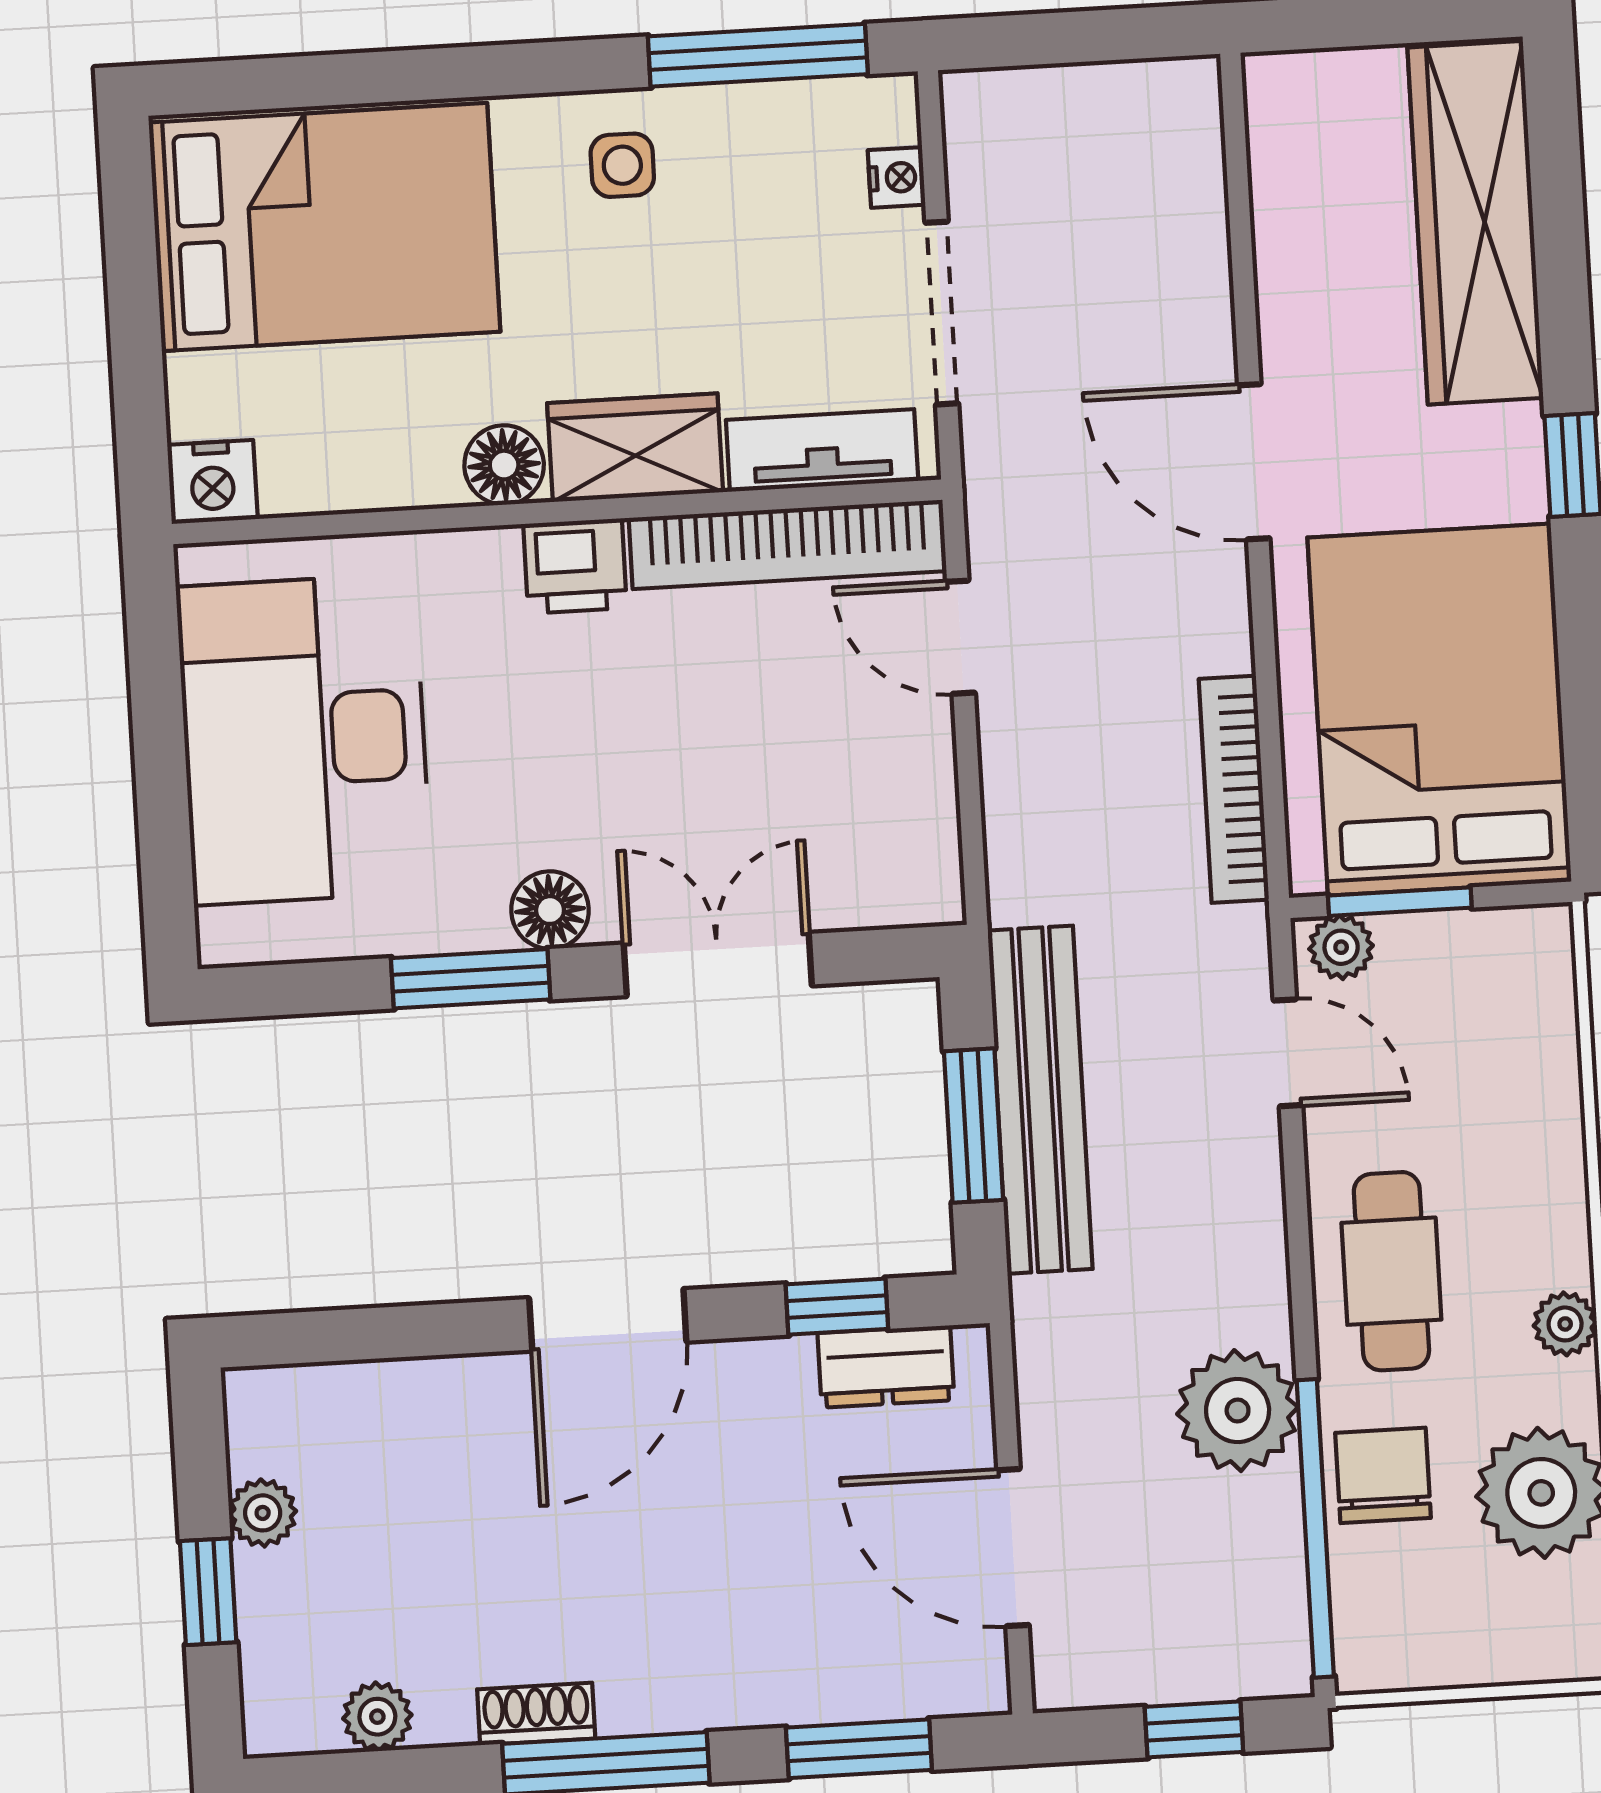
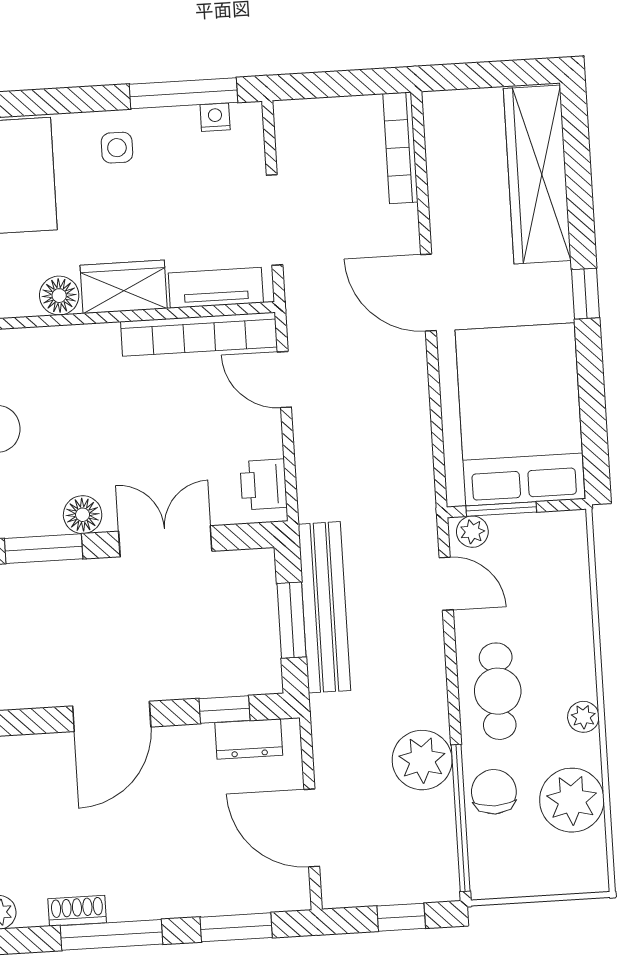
nightstand: (897, 177) -> (215, 117), moved, turned -90
printer: (575, 566) -> (264, 484), moved, turned 90
bookcase: (1234, 789) -> (400, 148), moved

